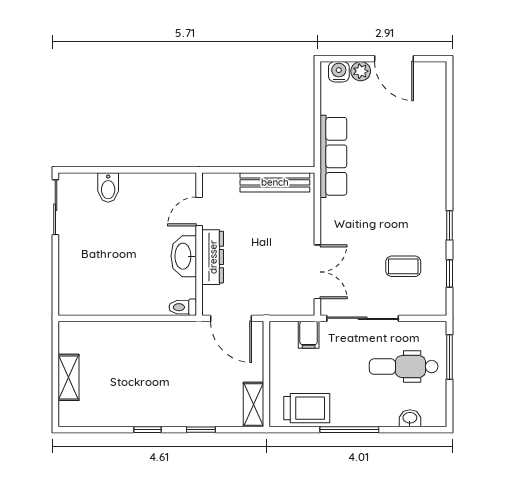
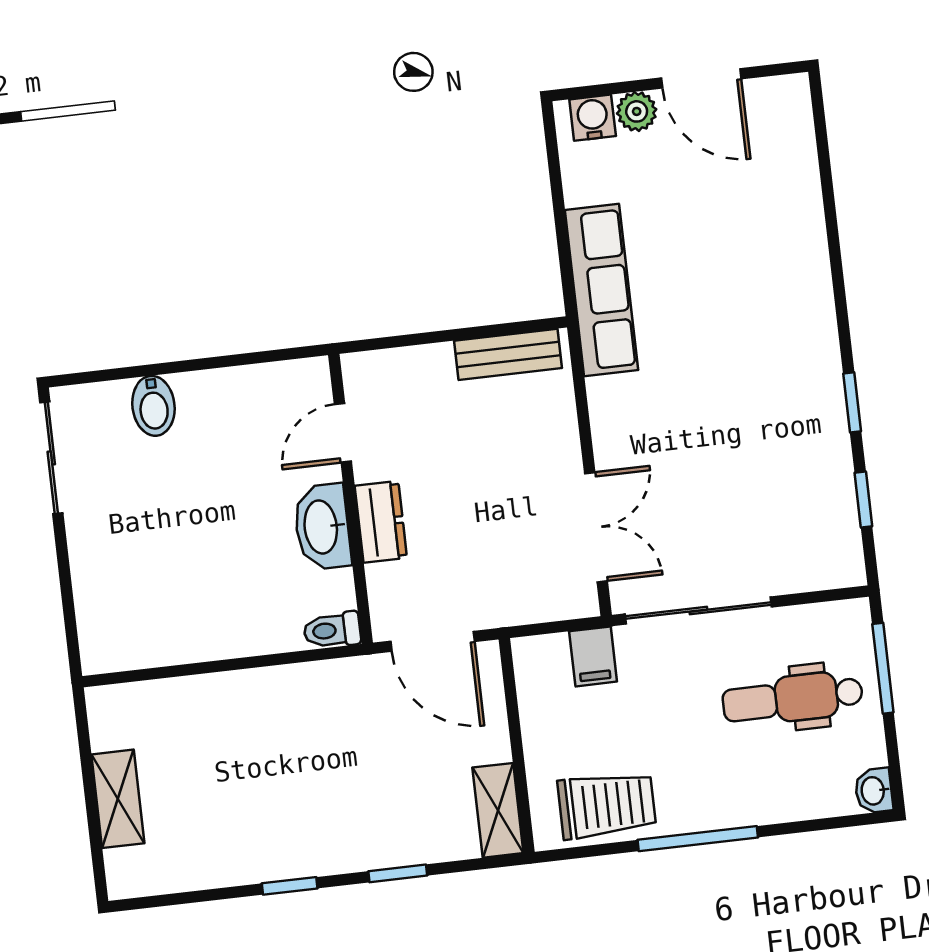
bench: (275, 182) -> (508, 354), width x0.73
dresser: (213, 257) -> (381, 522), width x0.70
coffee table: (403, 266) -> (768, 496), removed
washbasin: (410, 418) -> (874, 791), moved, turned -90

